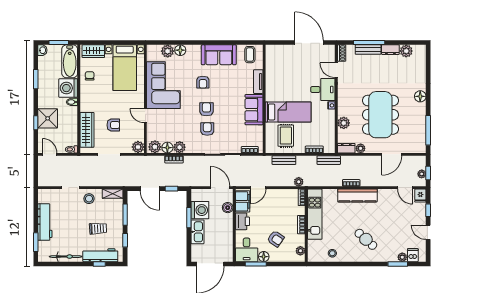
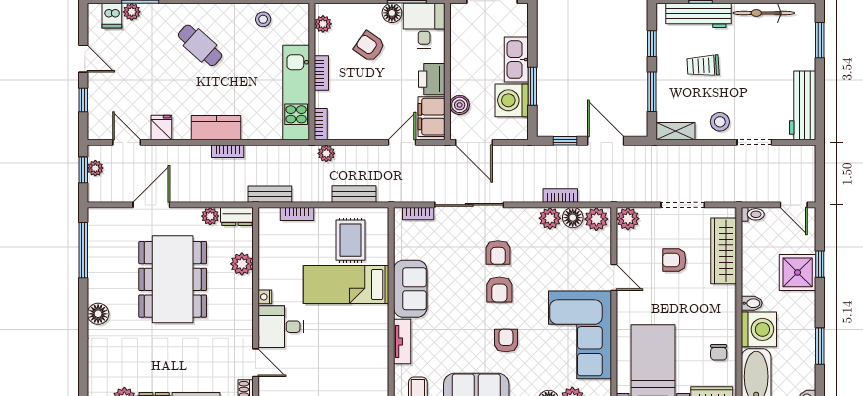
kitchen counter: (357, 196) -> (216, 128), width x0.67
fridge: (420, 196) -> (161, 128), moved
workbench: (45, 222) -> (803, 105), moved

